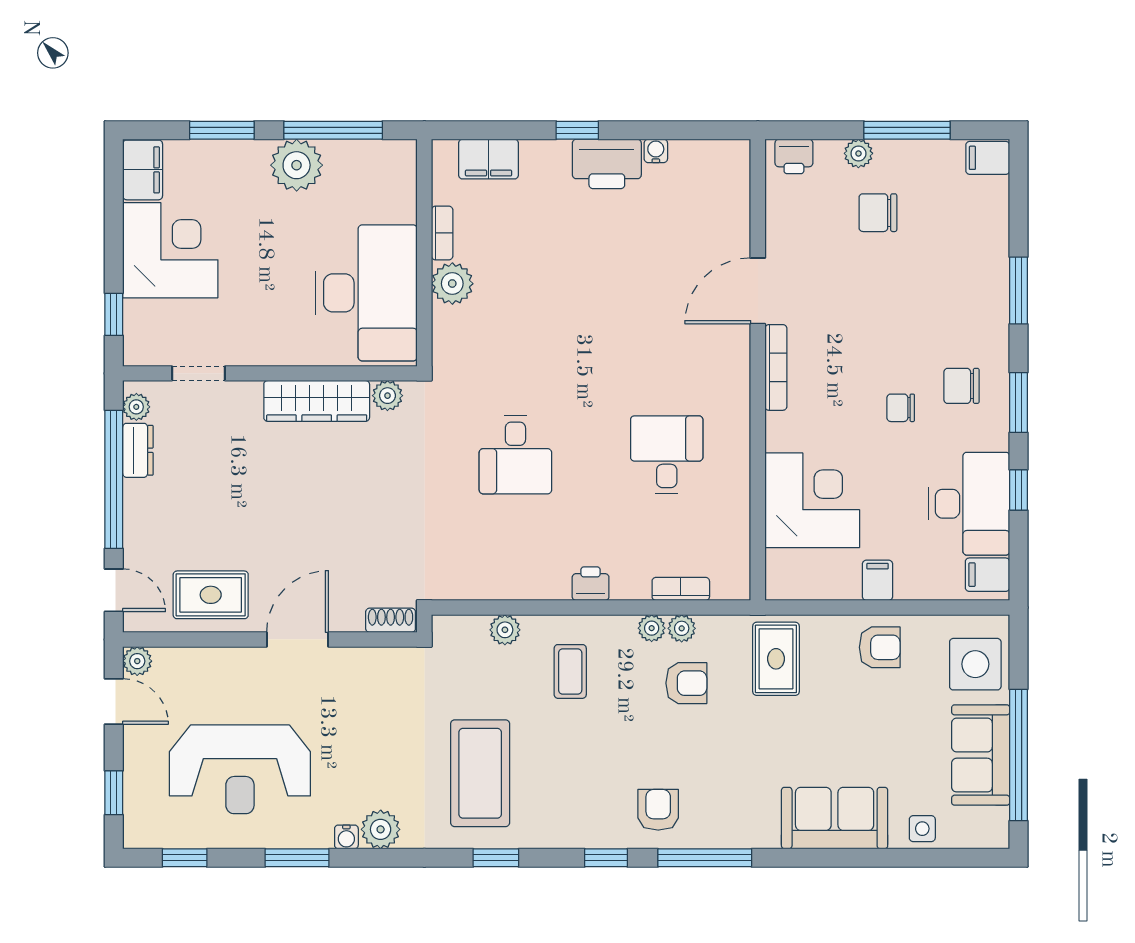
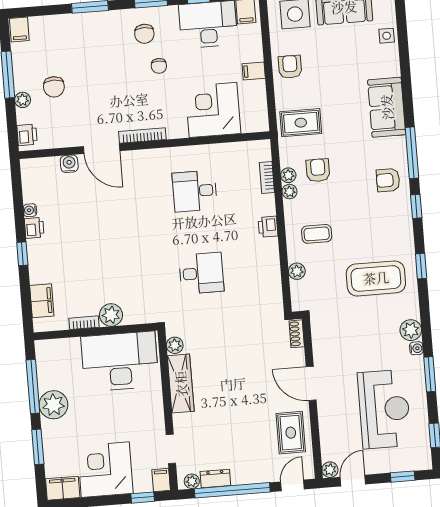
printer: (607, 164) -> (34, 228), width x0.53, depth x0.68
water cooler: (735, 229) -> (69, 164), added
filing cabinet: (143, 351) -> (161, 480), added
sofa: (835, 818) -> (387, 107), moved

